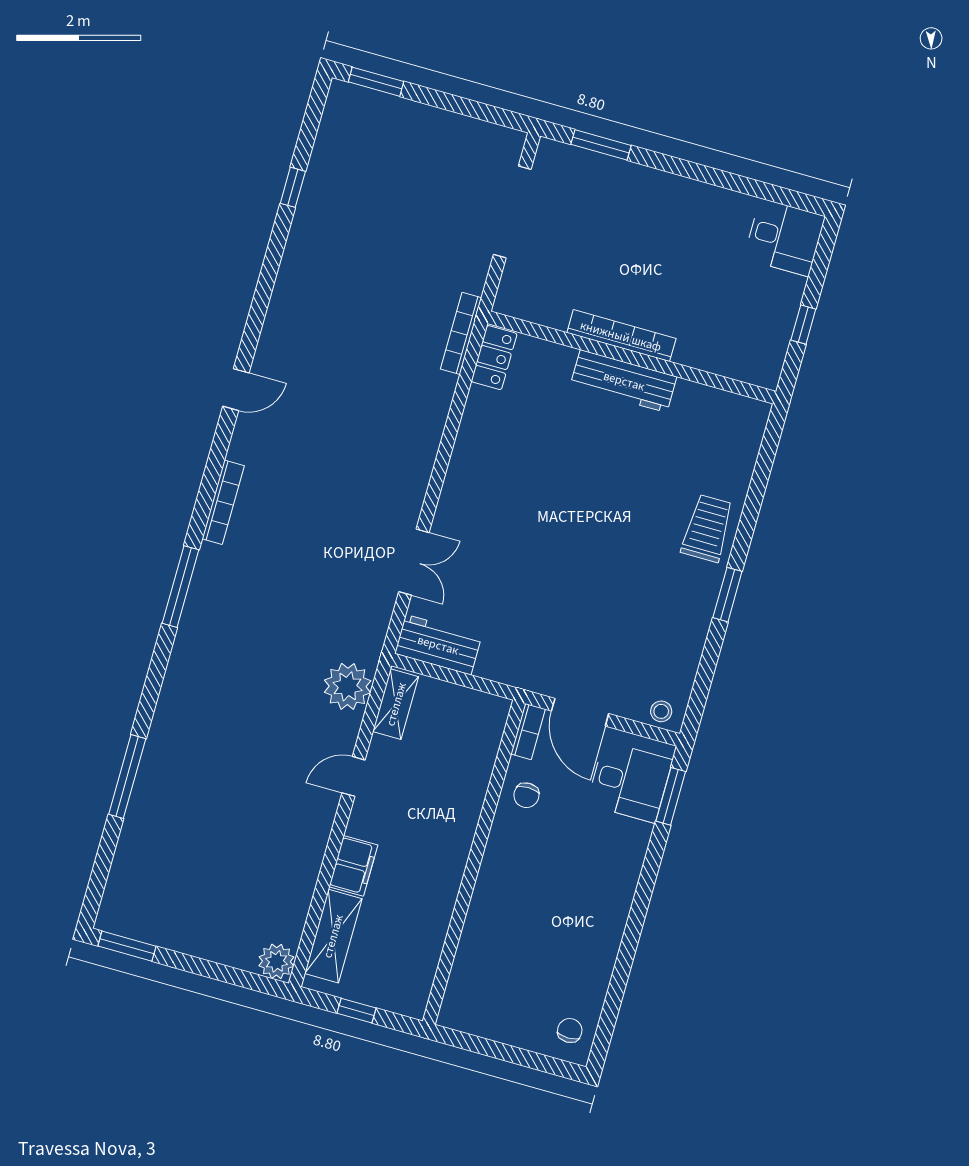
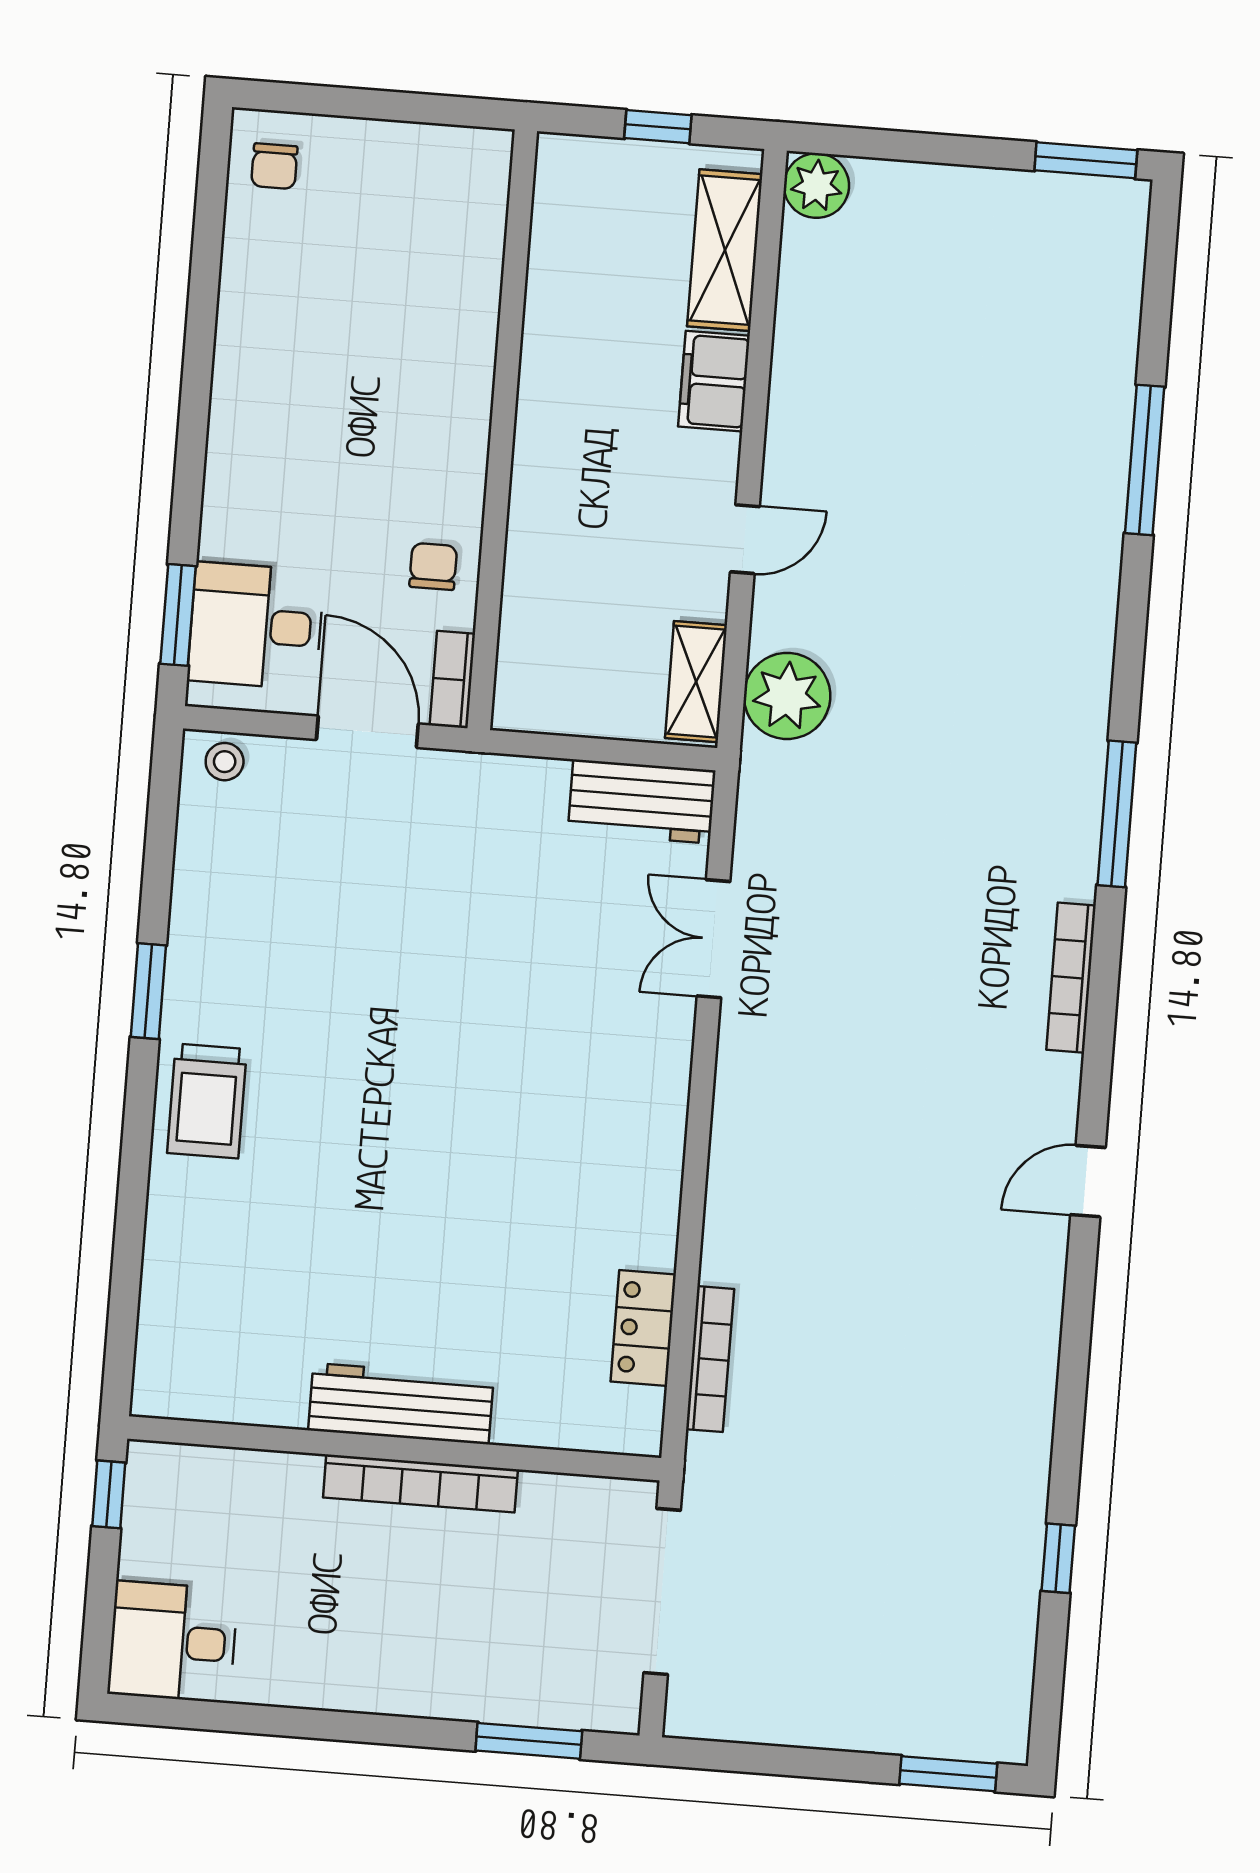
bookcase: (621, 336) -> (420, 1483), moved
wall: (632, 357) -> (394, 1448), moved
workbench: (624, 381) -> (401, 1404), moved

